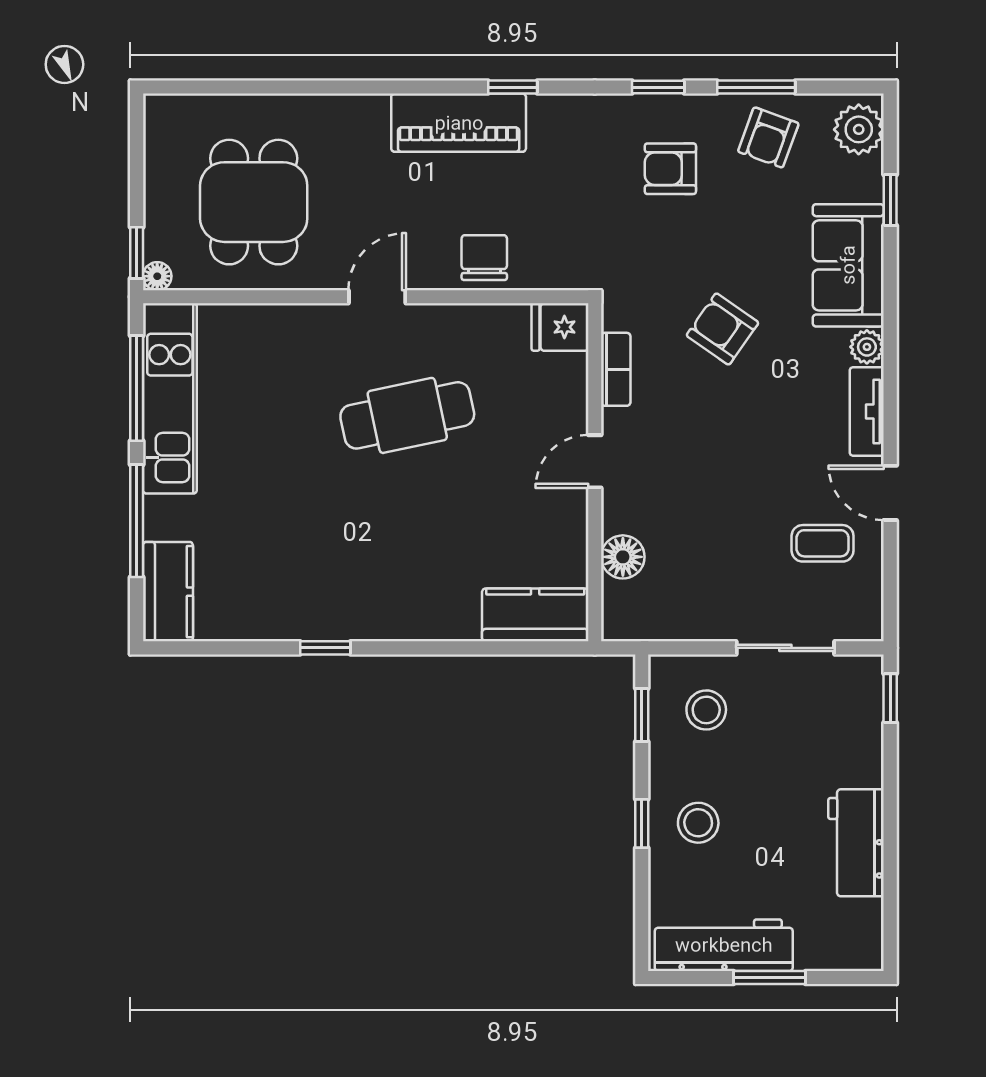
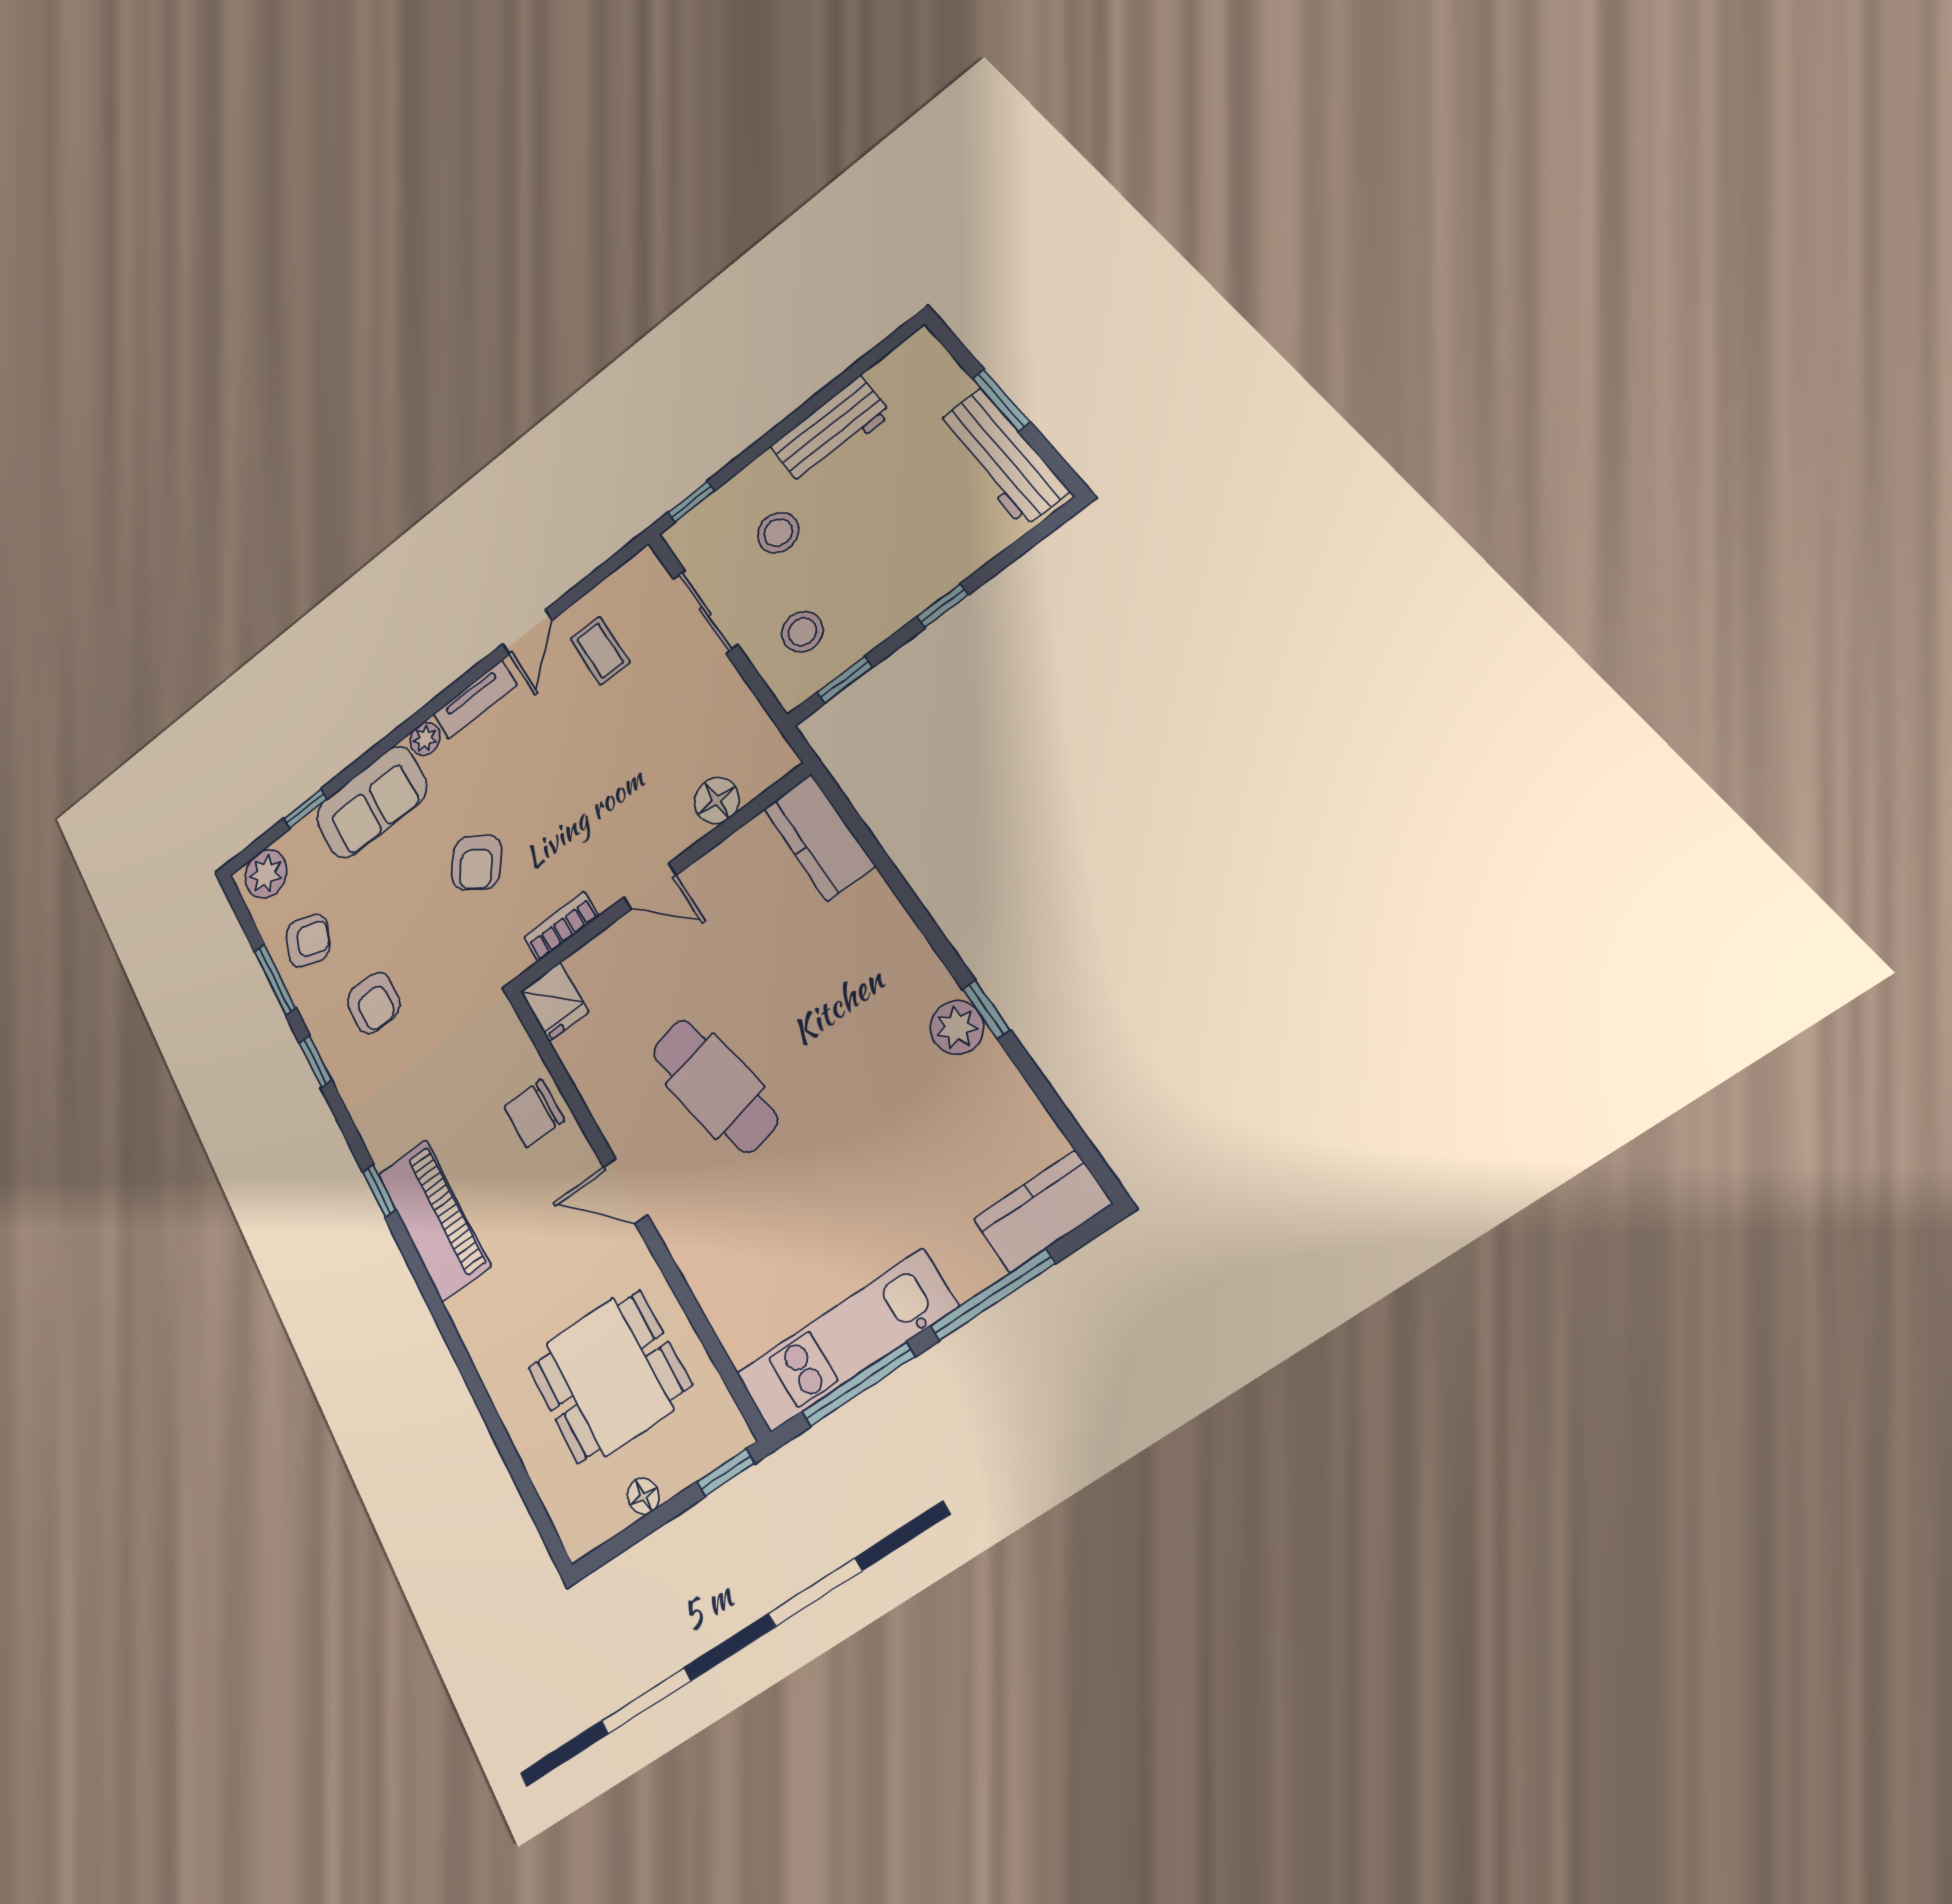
floor lamp: (157, 276) -> (643, 1496), moved
plant: (327, 619) -> (957, 1027), added
stool: (698, 823) -> (778, 533), moved

